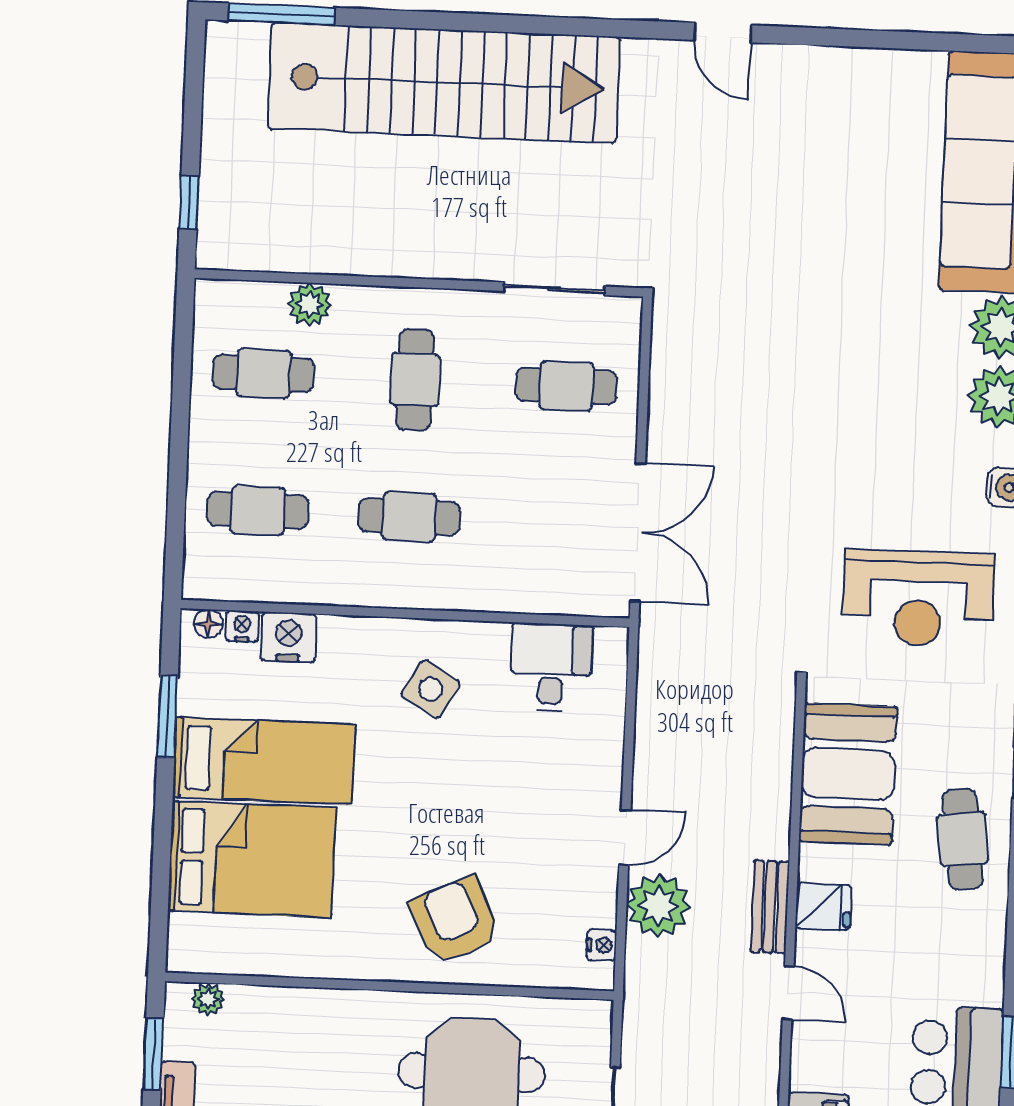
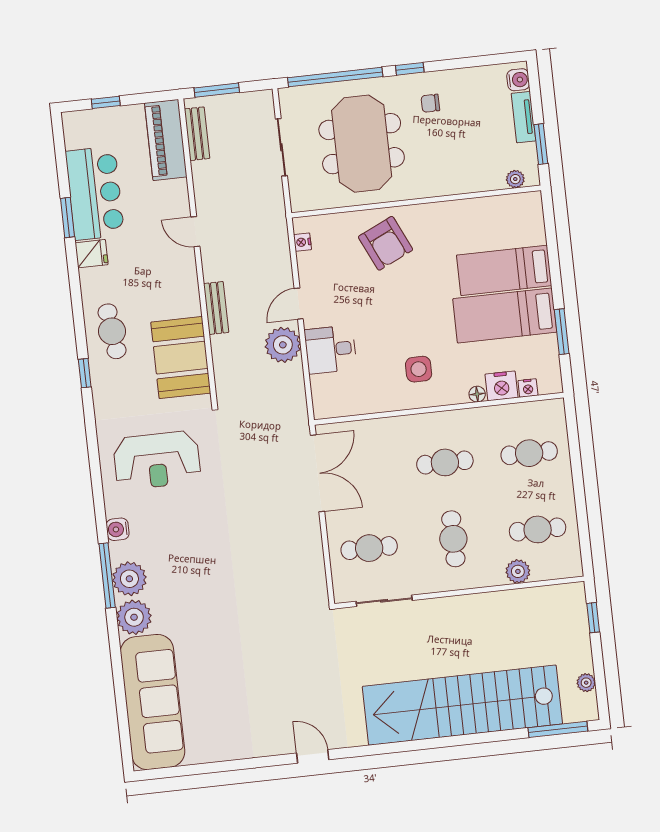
plant: (219, 89) -> (586, 683), added
double door: (638, 532) -> (317, 473), swing flipped
reception desk: (918, 599) -> (157, 460), turned 180
floor lamp: (208, 624) -> (477, 394), moved
desk: (551, 667) -> (331, 350), moved, turned 90
side table: (431, 689) -> (419, 369), turned -31
bed: (252, 859) -> (504, 270), width x0.67
plant: (658, 906) -> (283, 345), moved
bench: (770, 907) -> (216, 308), moved
fridge: (823, 907) -> (92, 254), moved, turned 180

